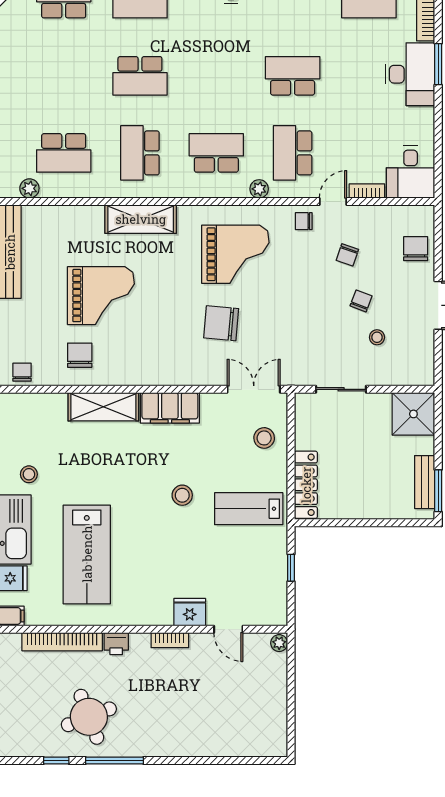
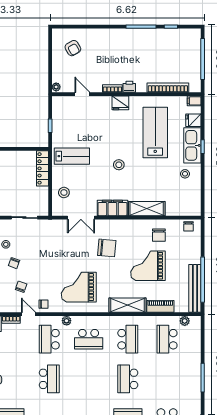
school desk: (140, 76) -> (128, 379), turned -90
school desk: (293, 76) -> (49, 379), turned -90
school desk: (64, 153) -> (167, 339), turned -90
school desk: (293, 153) -> (49, 339), turned 180
door: (333, 201) -> (28, 314), swing flipped
piano: (77, 217) -> (160, 306), added
chair: (221, 323) -> (107, 248), moved
double door: (254, 389) -> (81, 218), moved
stool: (182, 495) -> (119, 165), moved
fridge: (190, 612) -> (120, 103), moved
printer: (116, 644) -> (129, 87), moved
round table: (89, 717) -> (154, 49), removed
armchair: (247, 719) -> (73, 48), added

